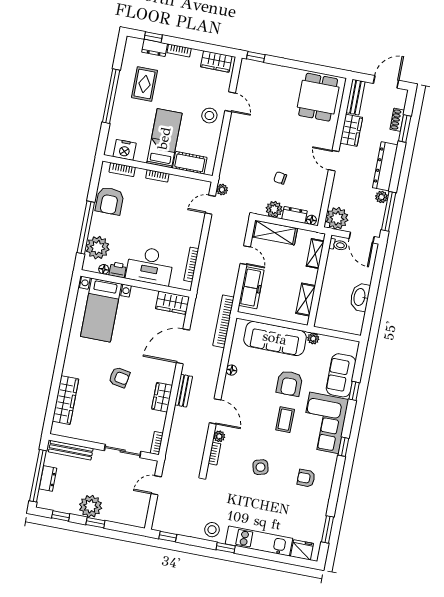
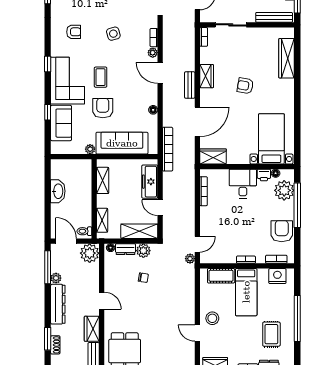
desk: (150, 266) -> (243, 184), width x0.73

